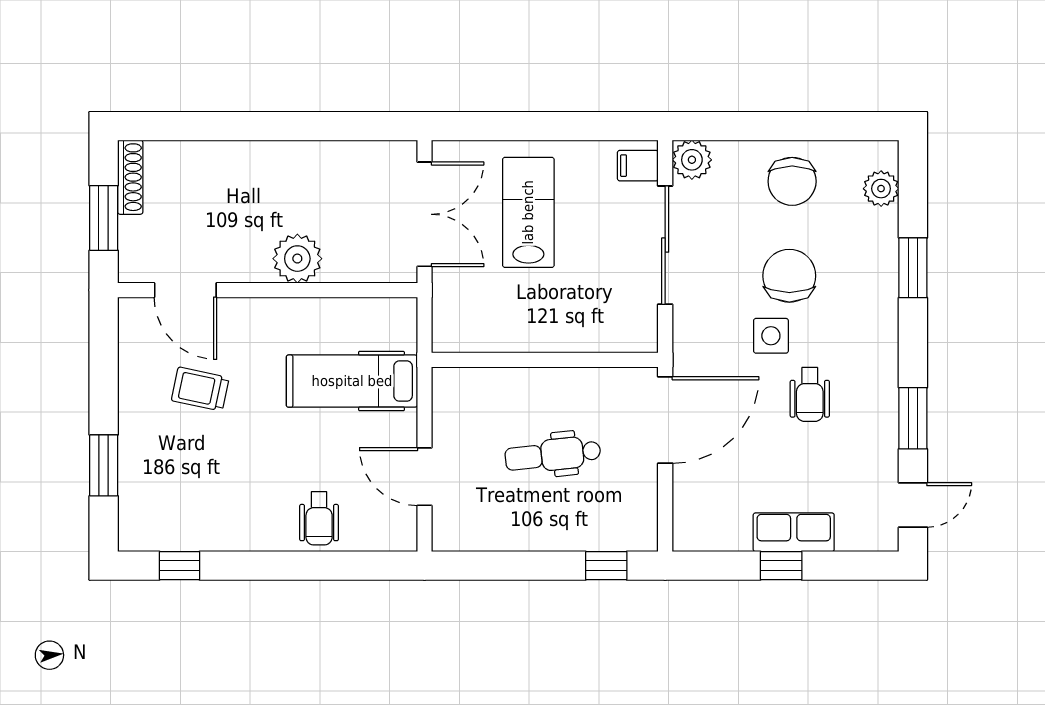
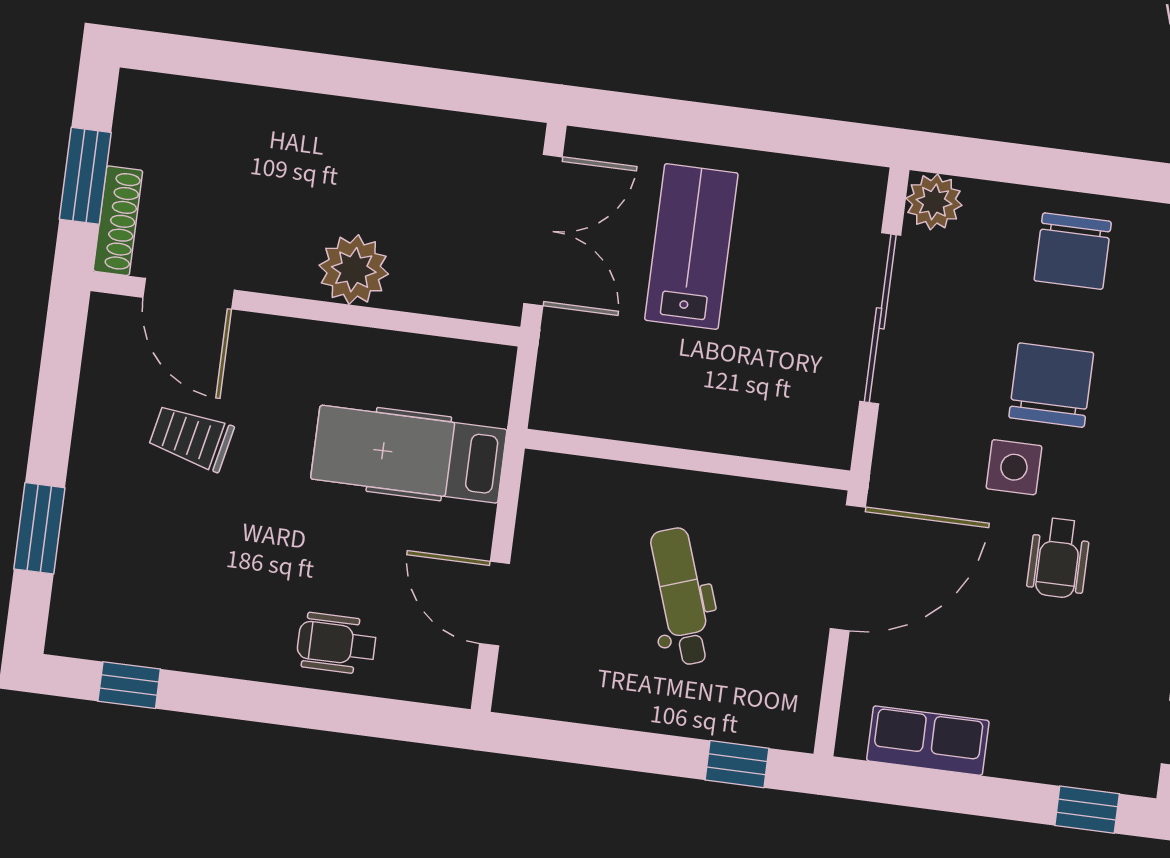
filing cabinet: (638, 166) -> (856, 200), removed
shoe rack: (130, 177) -> (118, 221), moved
dental chair: (553, 455) -> (681, 596), turned 77
wheelchair: (319, 518) -> (337, 644), turned 90
row of seats: (794, 532) -> (928, 741), moved
window: (781, 566) -> (1087, 810), moved

